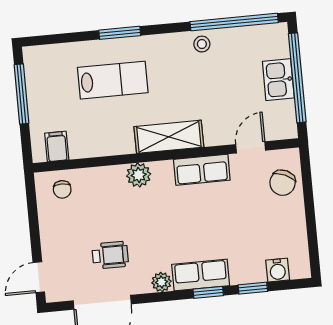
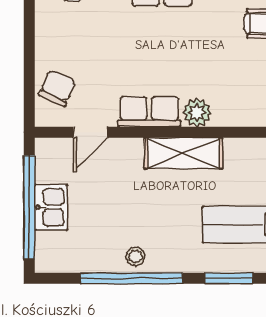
window: (234, 22) -> (132, 278), moved
plant: (139, 175) -> (197, 113), moved

